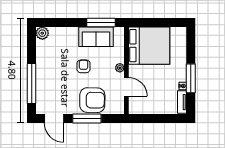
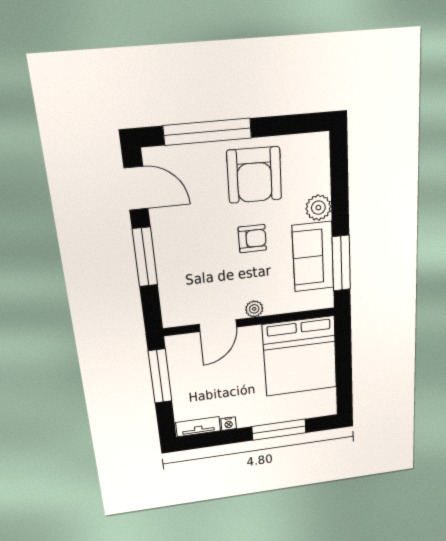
plant: (42, 33) -> (318, 208), moved
window: (191, 78) -> (279, 430), moved
armchair: (92, 100) -> (254, 175), moved
door: (54, 118) -> (136, 188), swing flipped
window: (150, 118) -> (160, 376), added

